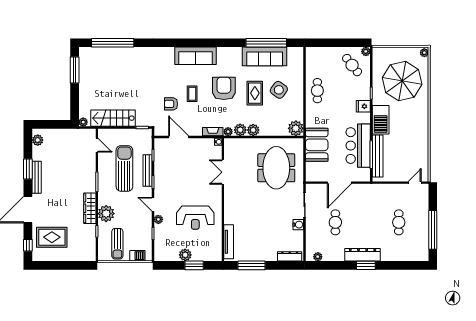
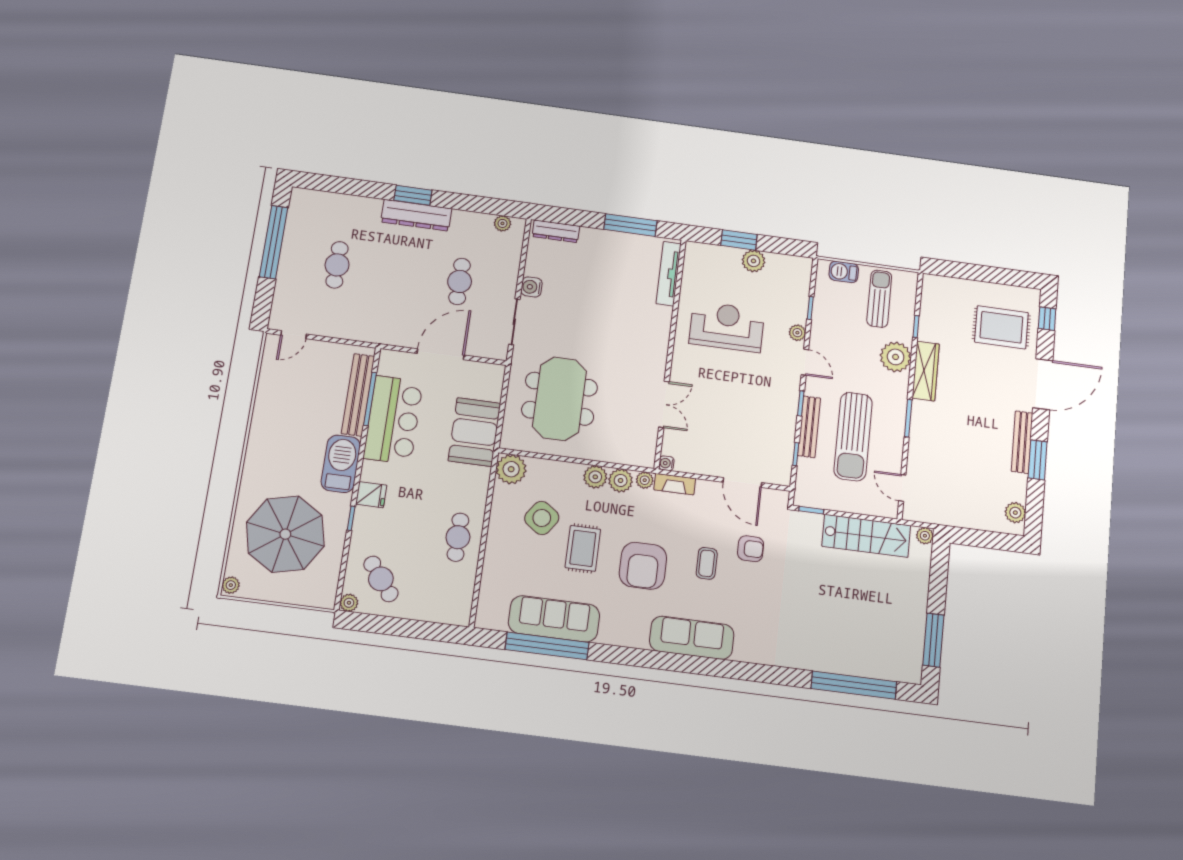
side table: (279, 90) -> (542, 518), moved

